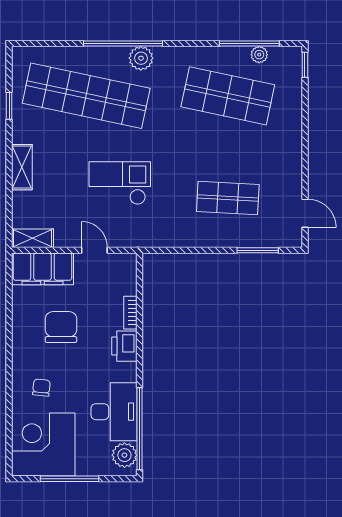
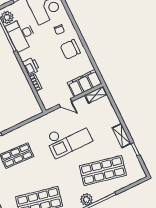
shop shelf: (86, 96) -> (103, 171), width x0.71
shelving: (22, 167) -> (122, 136), moved
checkout: (120, 183) -> (69, 139), width x1.36, depth x1.21
chair: (61, 327) -> (70, 49), moved, turned 90

